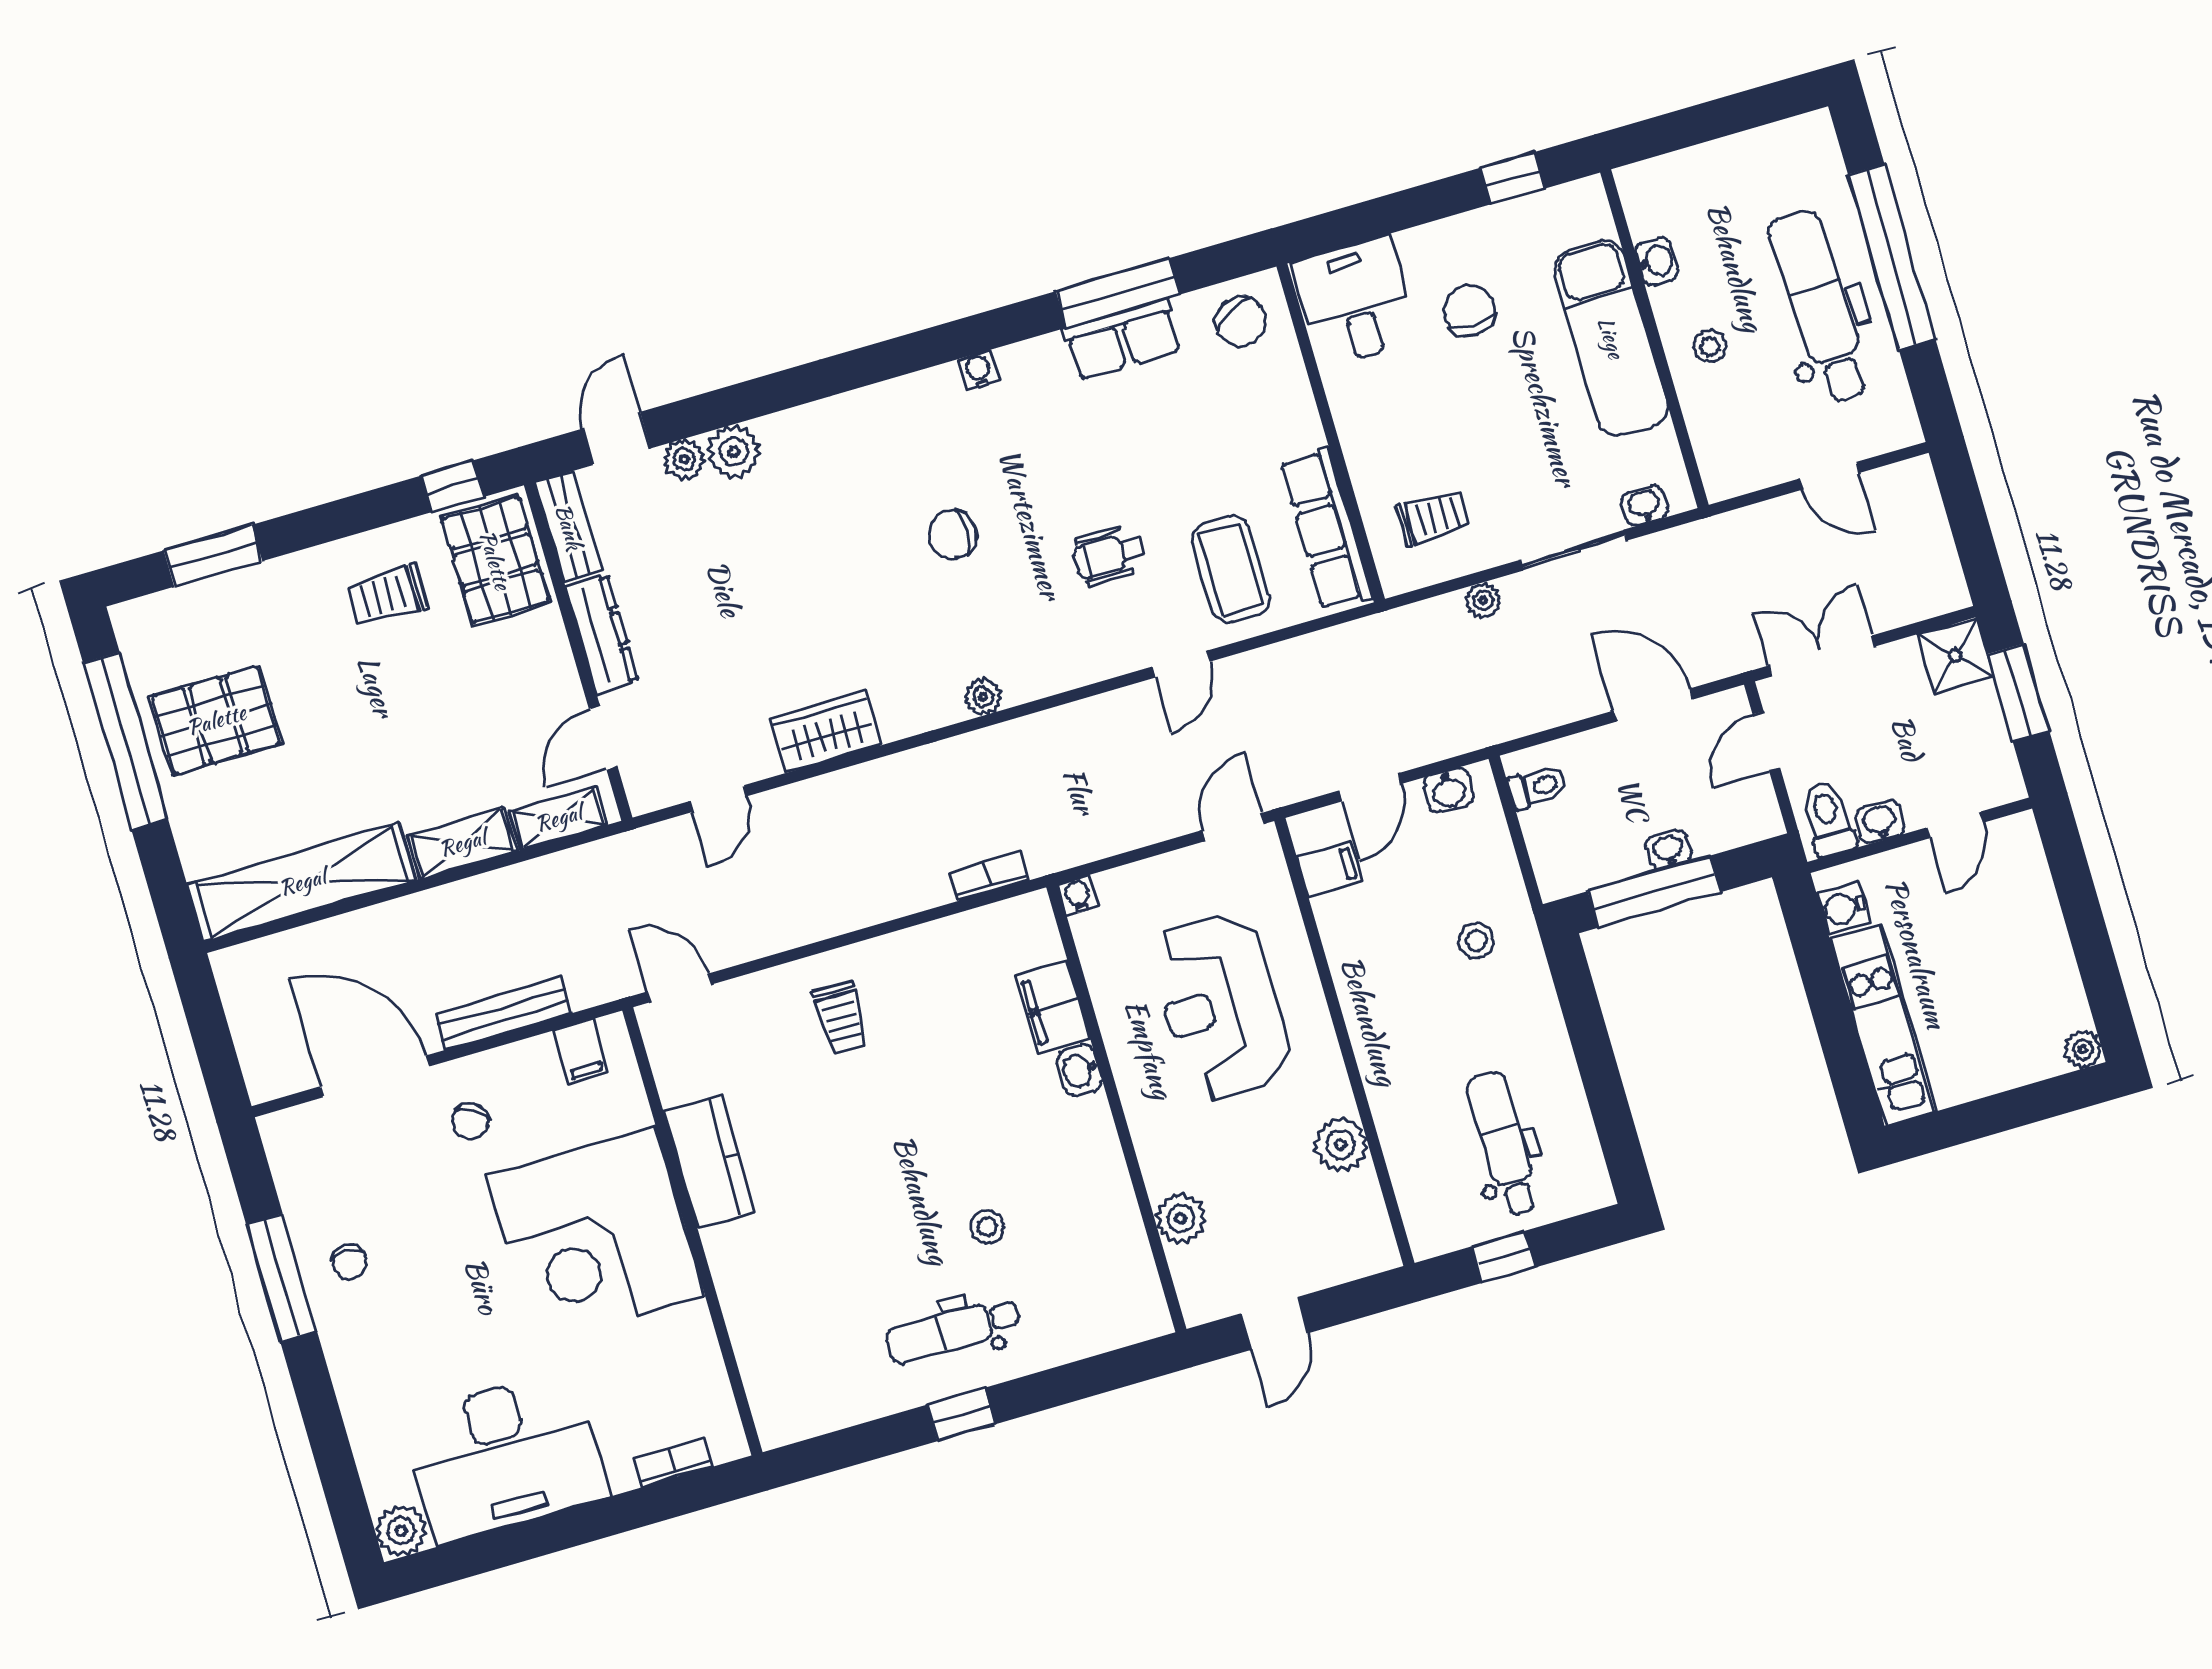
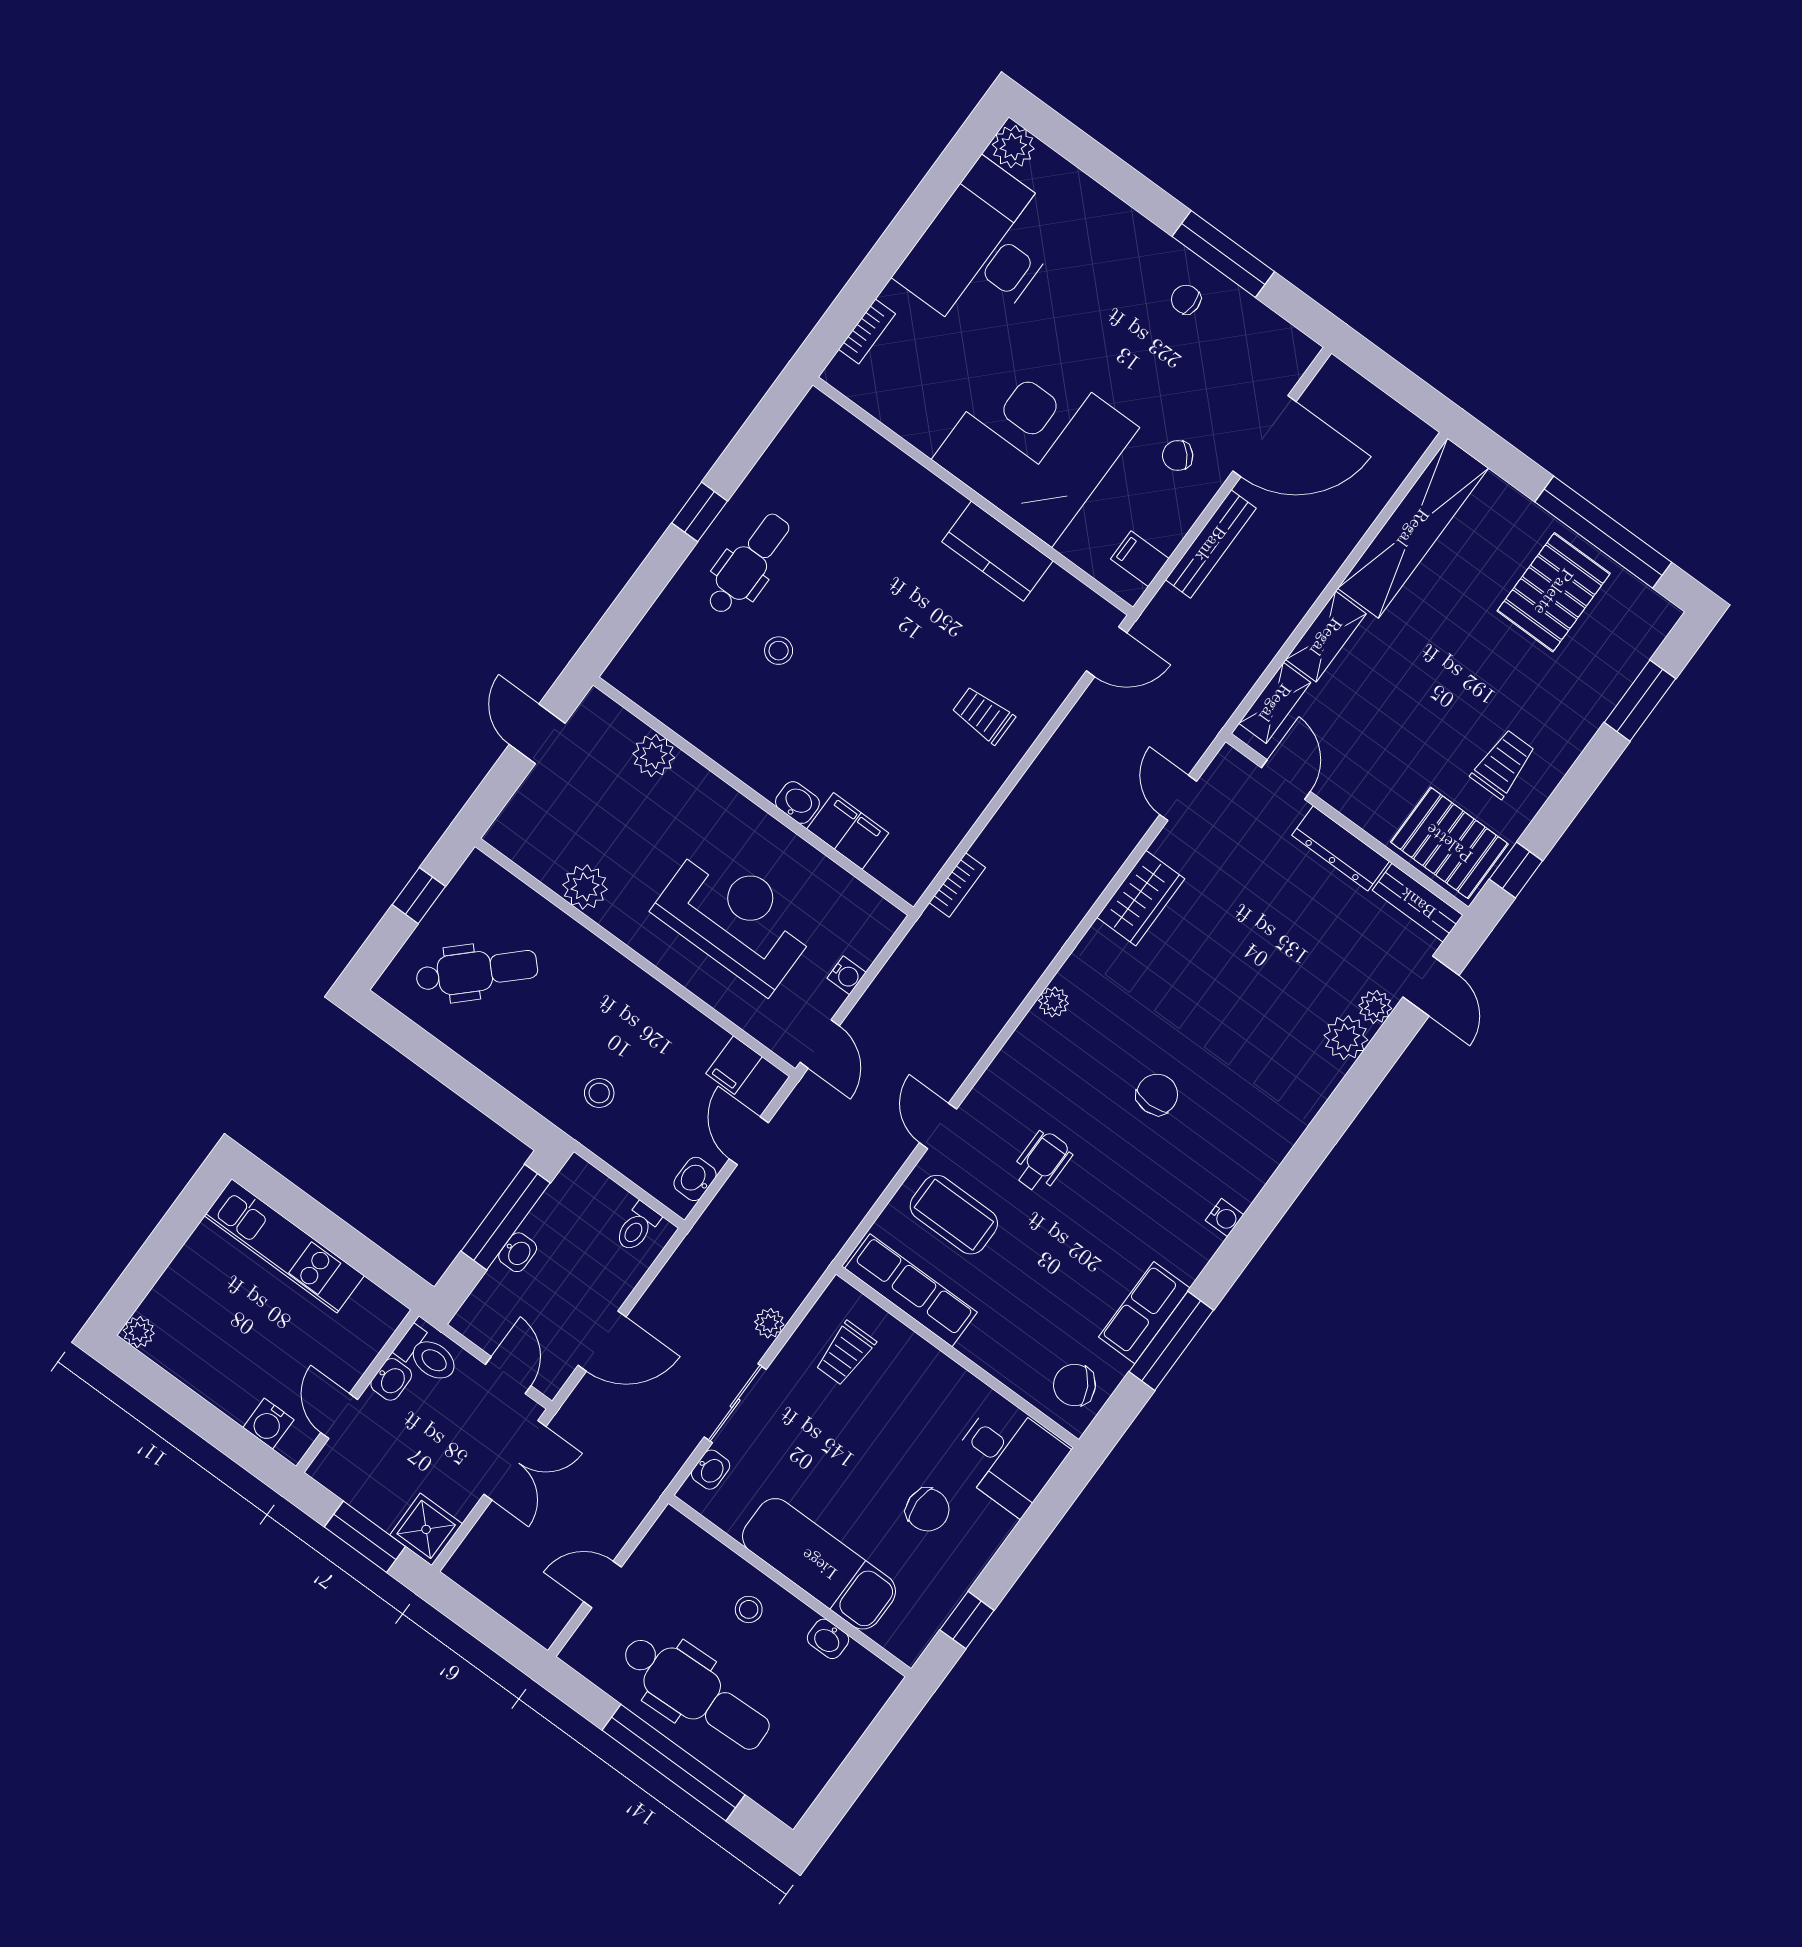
water cooler: (1078, 895) -> (847, 975), moved
water cooler: (1844, 908) -> (268, 1424), moved, turned 180
chair: (470, 1121) -> (1178, 456), turned -72
dental chair: (1503, 1144) -> (477, 971), turned -44

